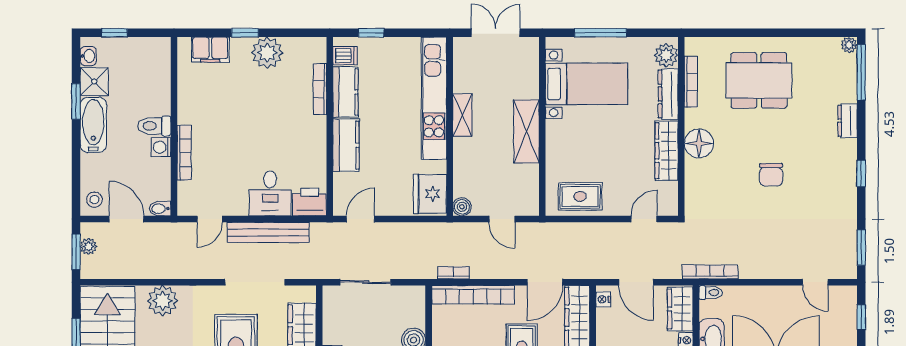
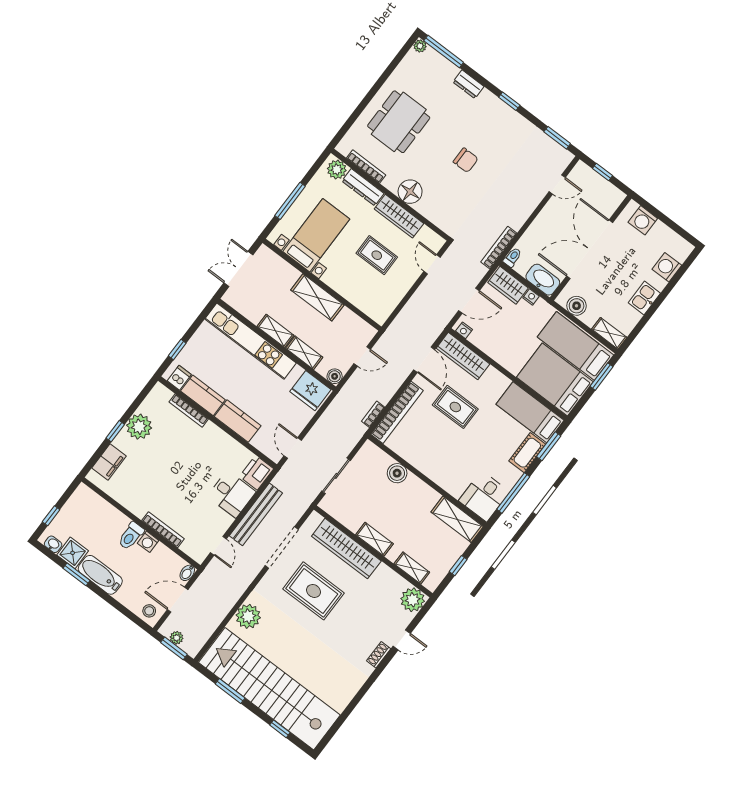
shelving: (462, 160) -> (304, 353), added
rug: (580, 196) -> (377, 255), moved, turned 90

